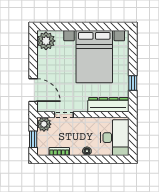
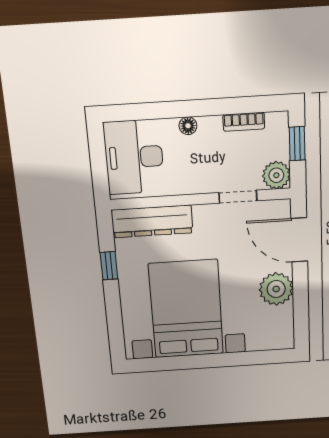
plant: (46, 41) -> (276, 289), moved

